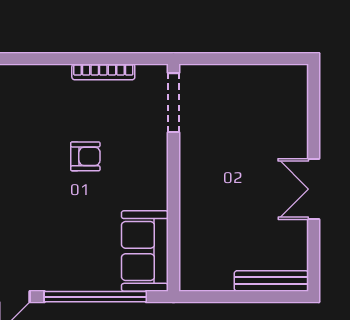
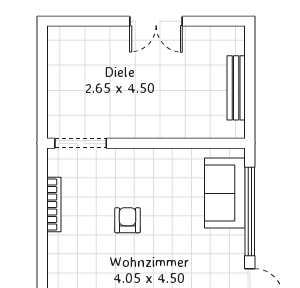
sofa: (145, 251) -> (225, 193), moved, turned 90
bench: (271, 281) -> (236, 88), moved

